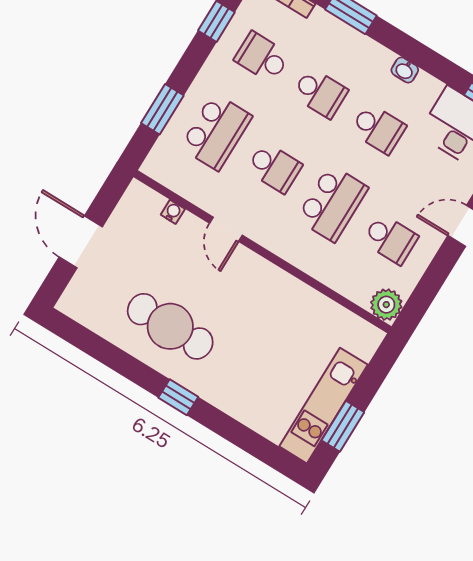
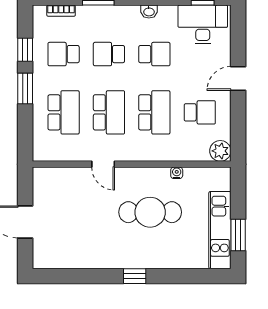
school desk: (320, 93) -> (109, 54), turned 180
window: (162, 109) -> (25, 89), moved
school desk: (274, 168) -> (109, 112), width x1.85
water cooler: (173, 212) -> (177, 173), moved
cafe table: (170, 326) -> (150, 212), moved

